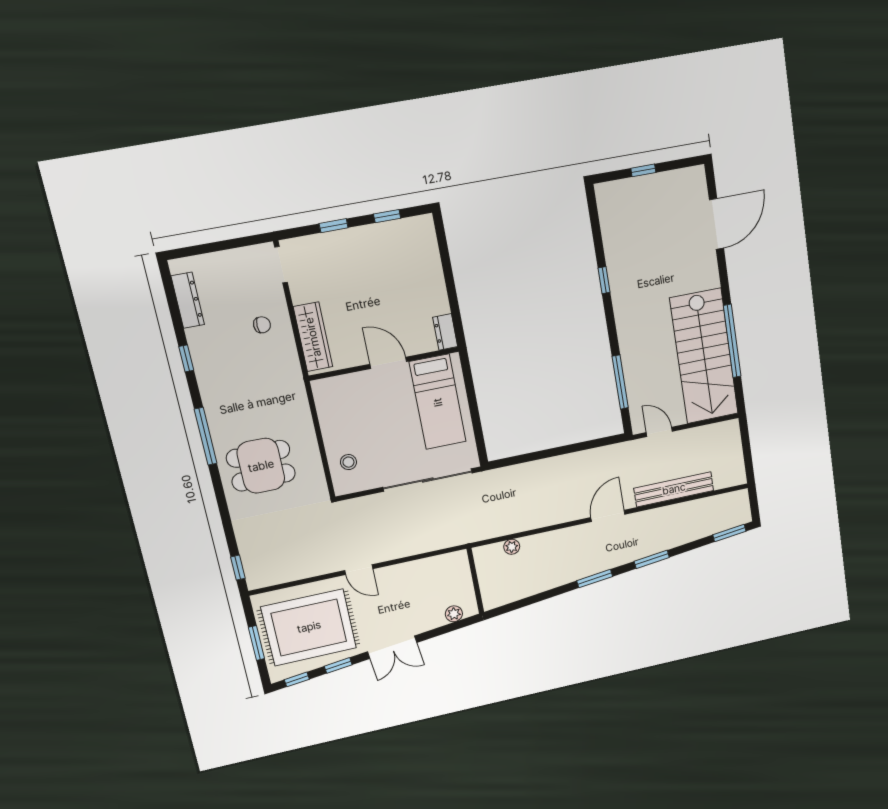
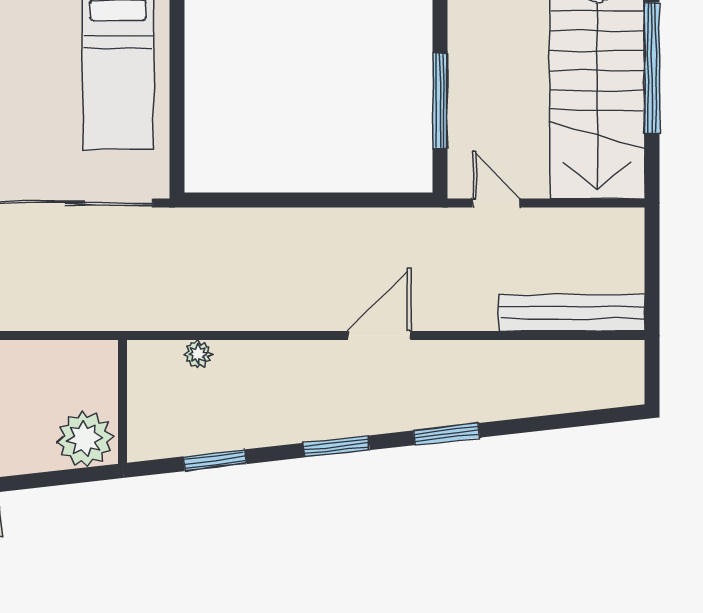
bench: (674, 489) -> (572, 313), moved
window: (729, 533) -> (215, 460), moved
plant: (454, 614) -> (85, 439), width x1.88, depth x1.88

